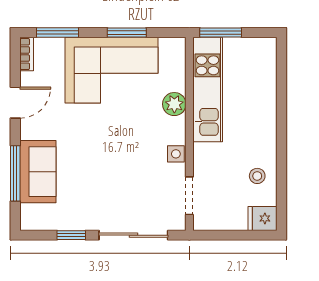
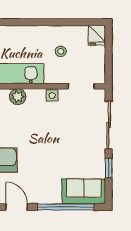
sofa: (38, 172) -> (84, 191), moved
window: (15, 173) -> (66, 207), width x1.46
stool: (257, 176) -> (61, 51), moved

